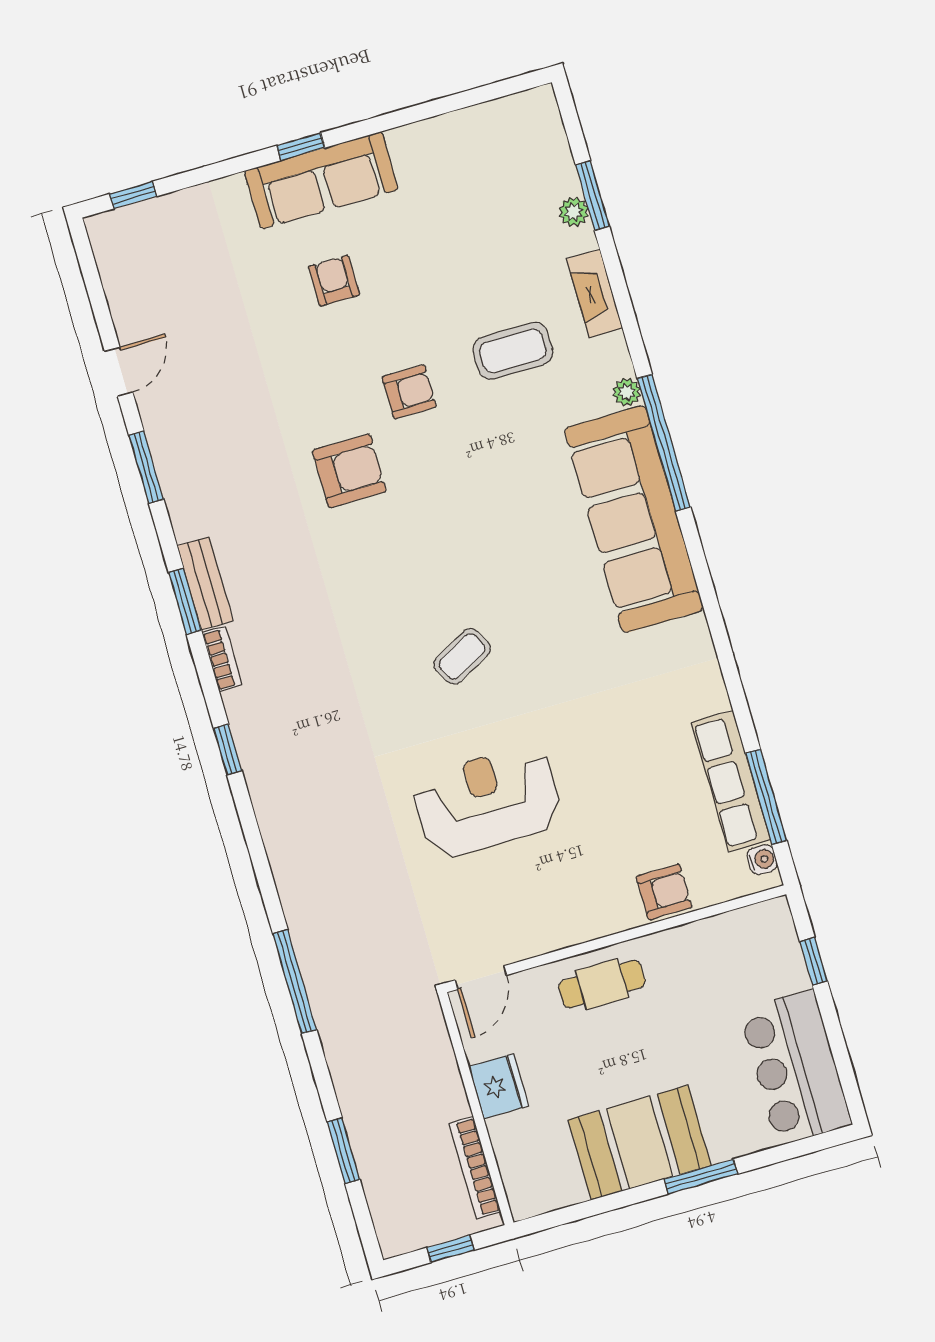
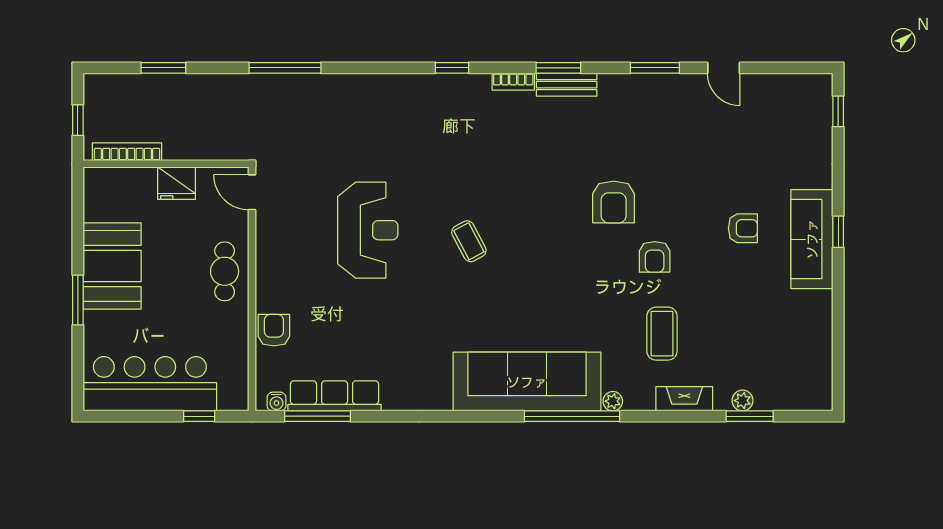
armchair: (664, 892) -> (274, 330), turned 180
bar counter: (795, 1068) -> (150, 384), width x1.36

